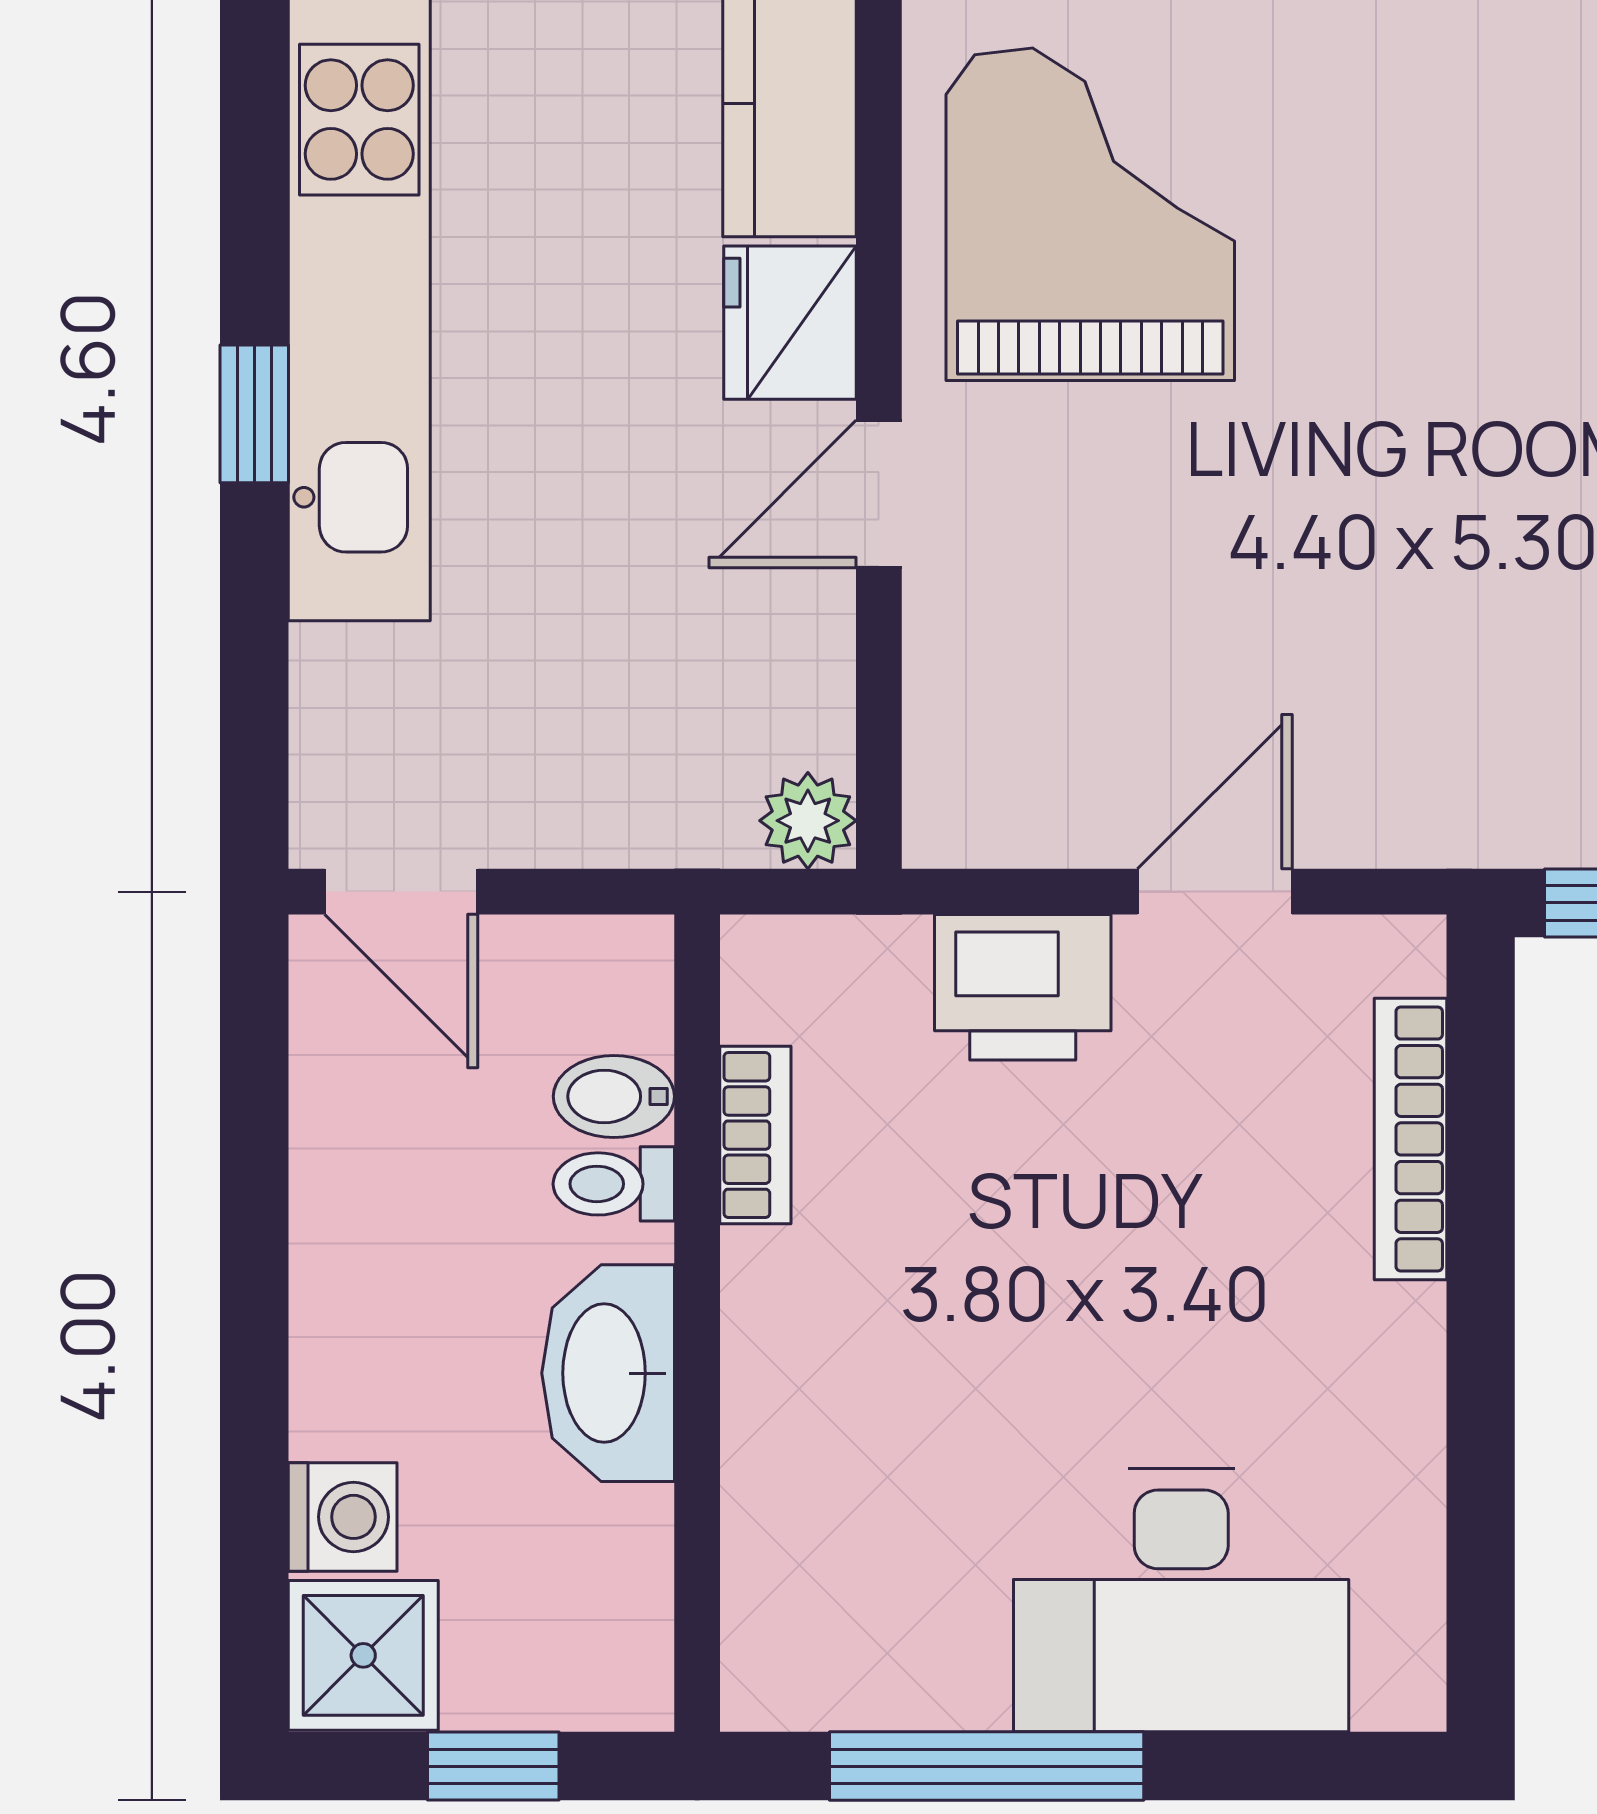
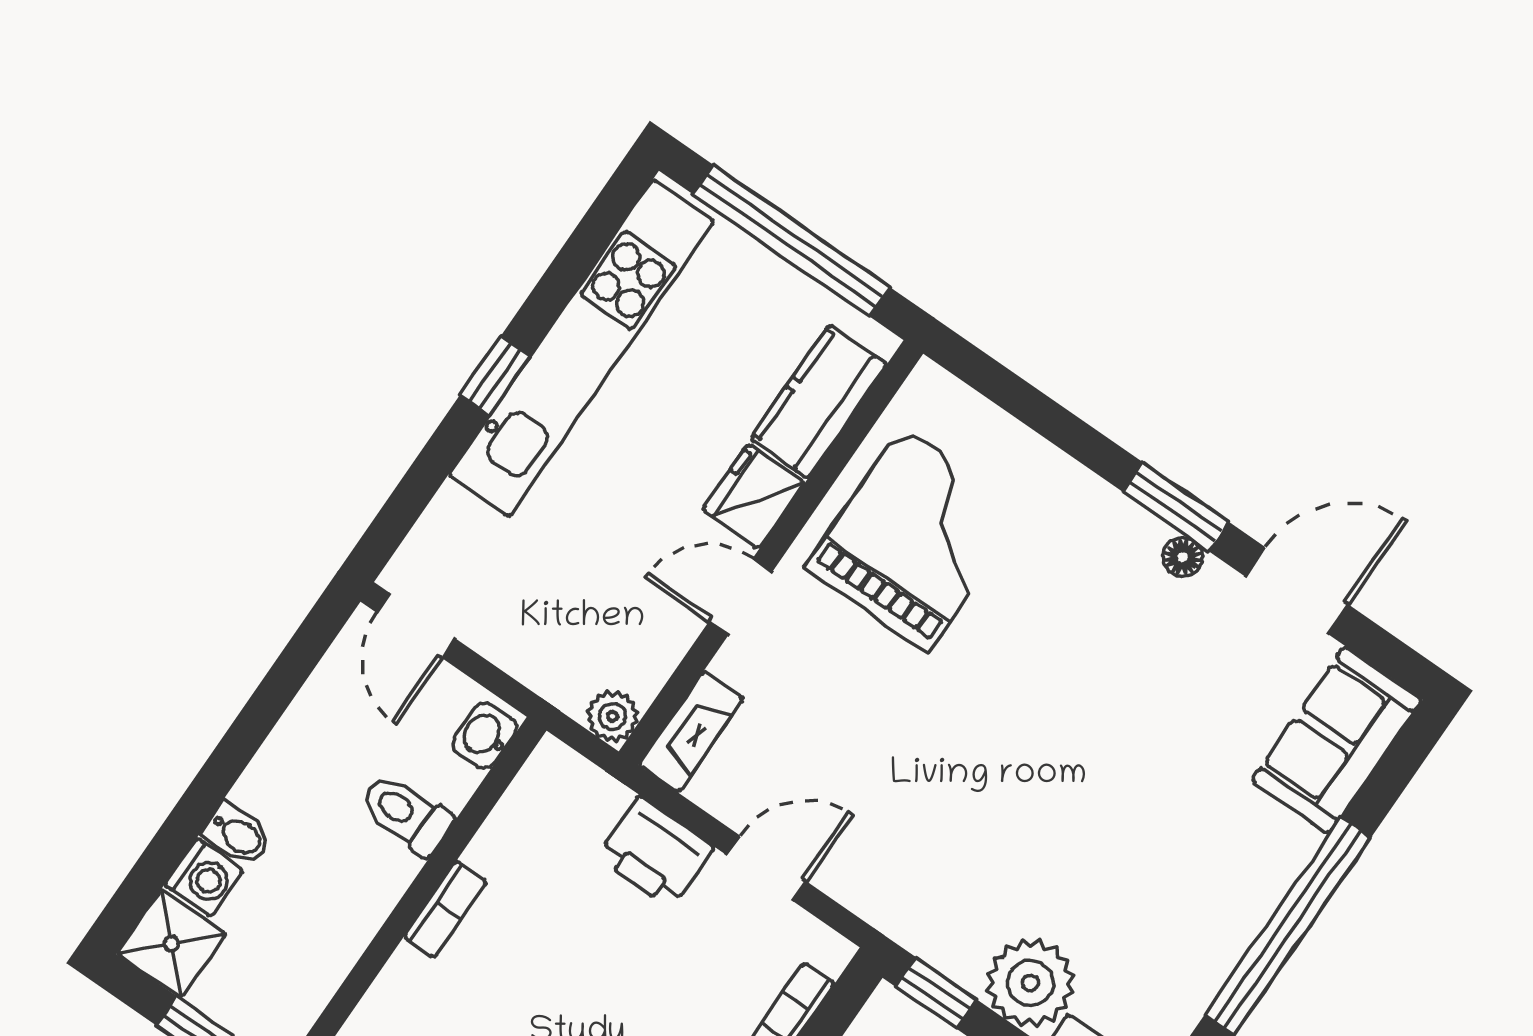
fireplace: (948, 760) -> (691, 732), added
bidet: (614, 1096) -> (238, 834), moved, turned 180
bookcase: (755, 1135) -> (445, 909), moved
toilet: (614, 1184) -> (406, 814), width x1.37, depth x1.39
washbasin: (608, 1373) -> (485, 736), moved, width x0.52, depth x0.69

